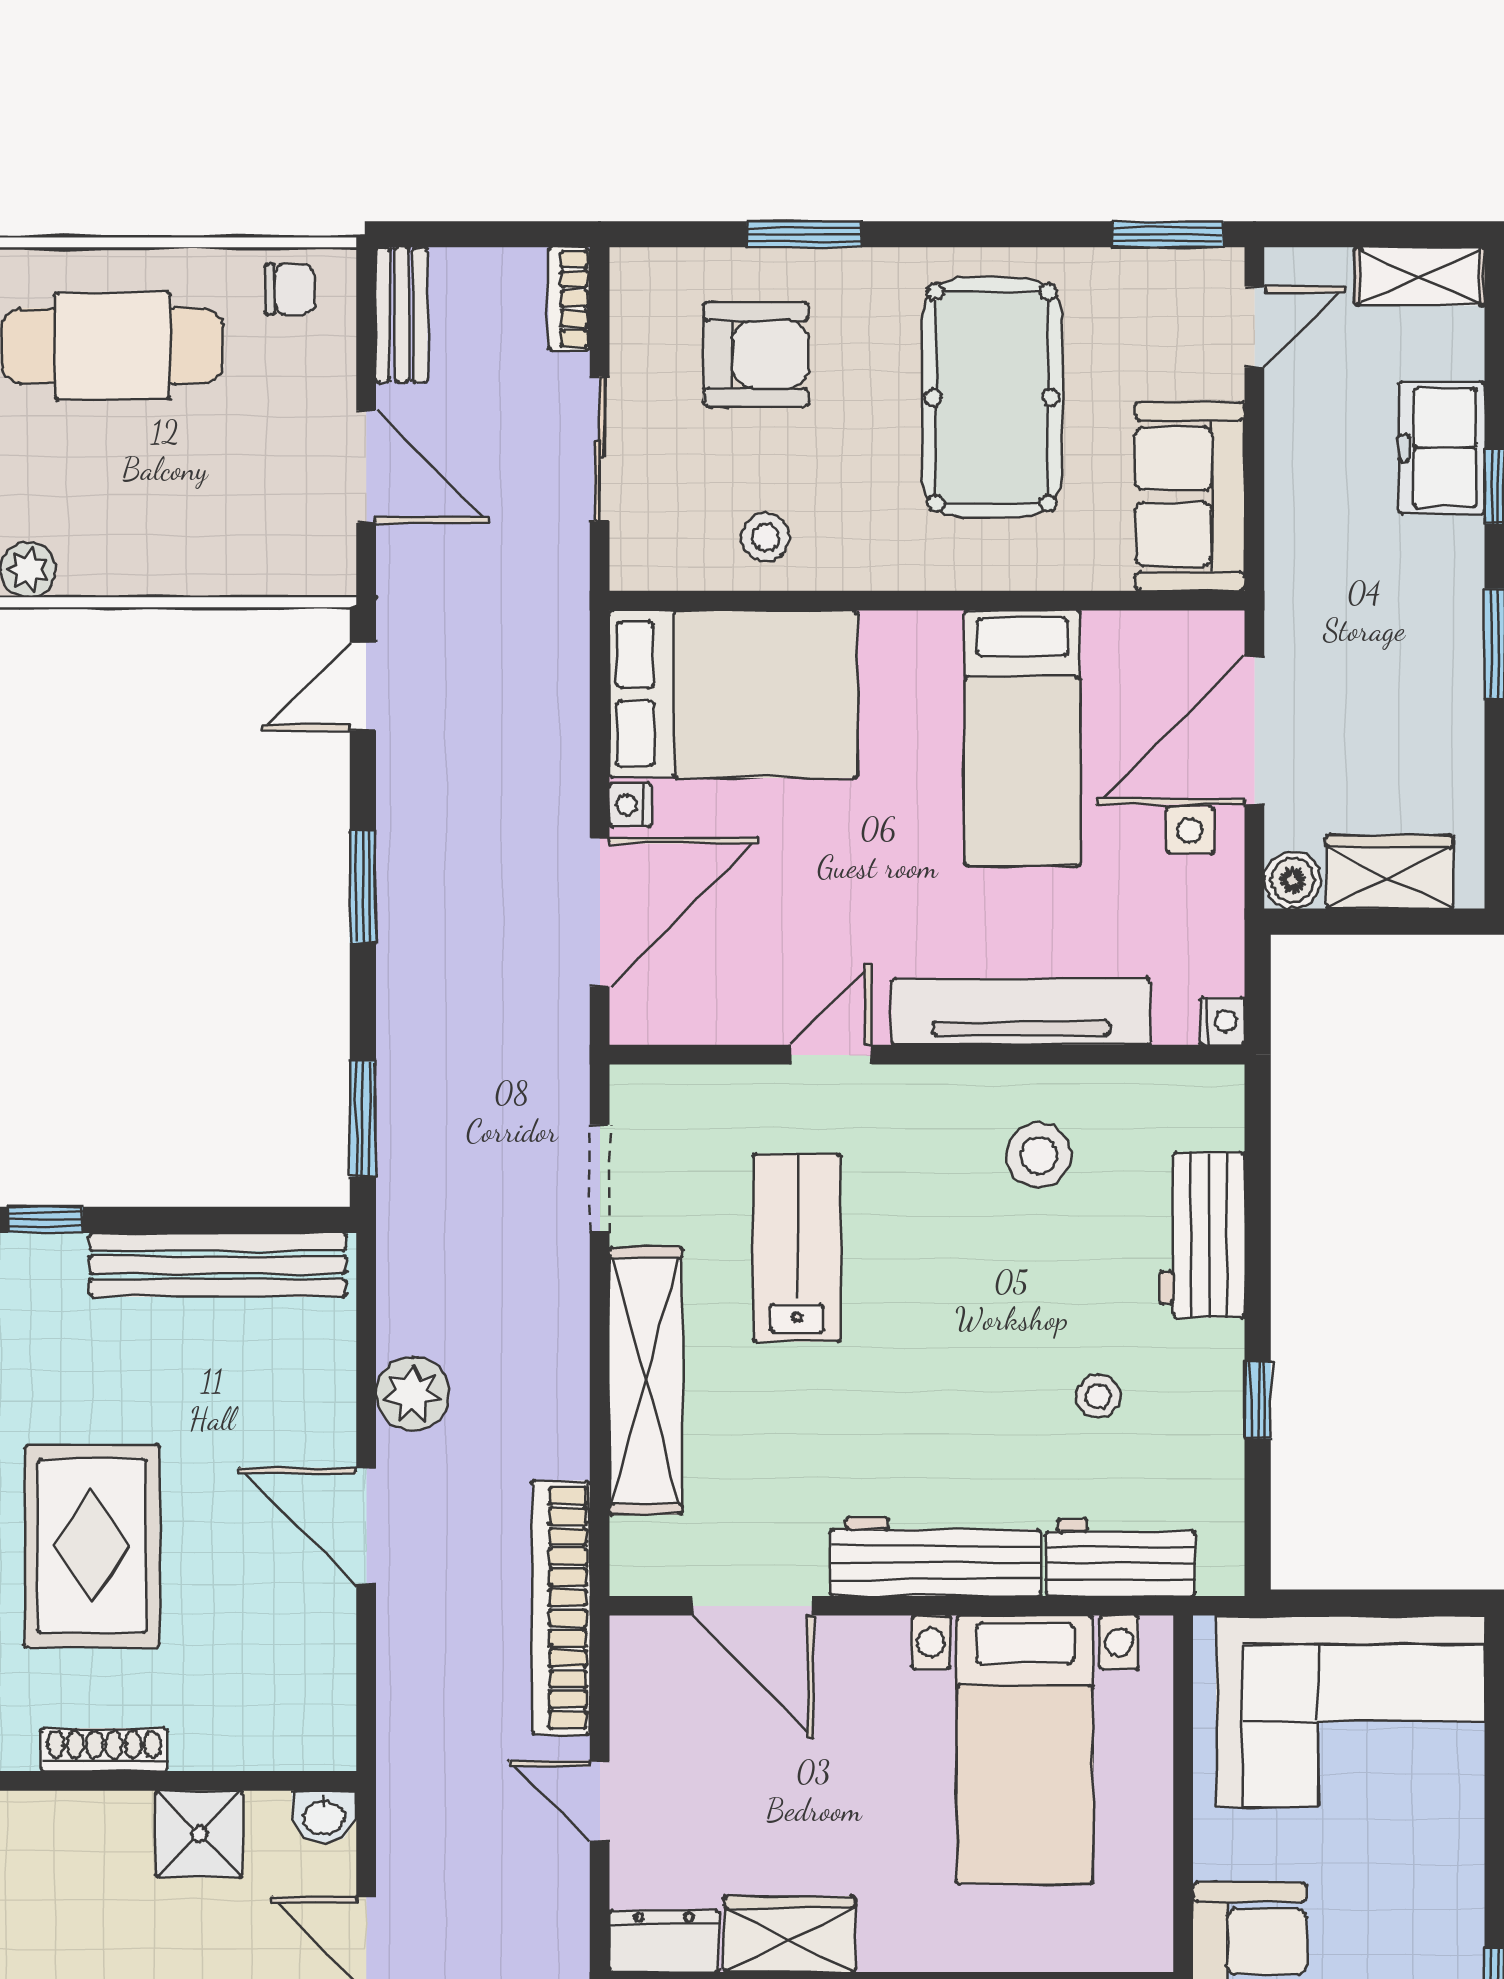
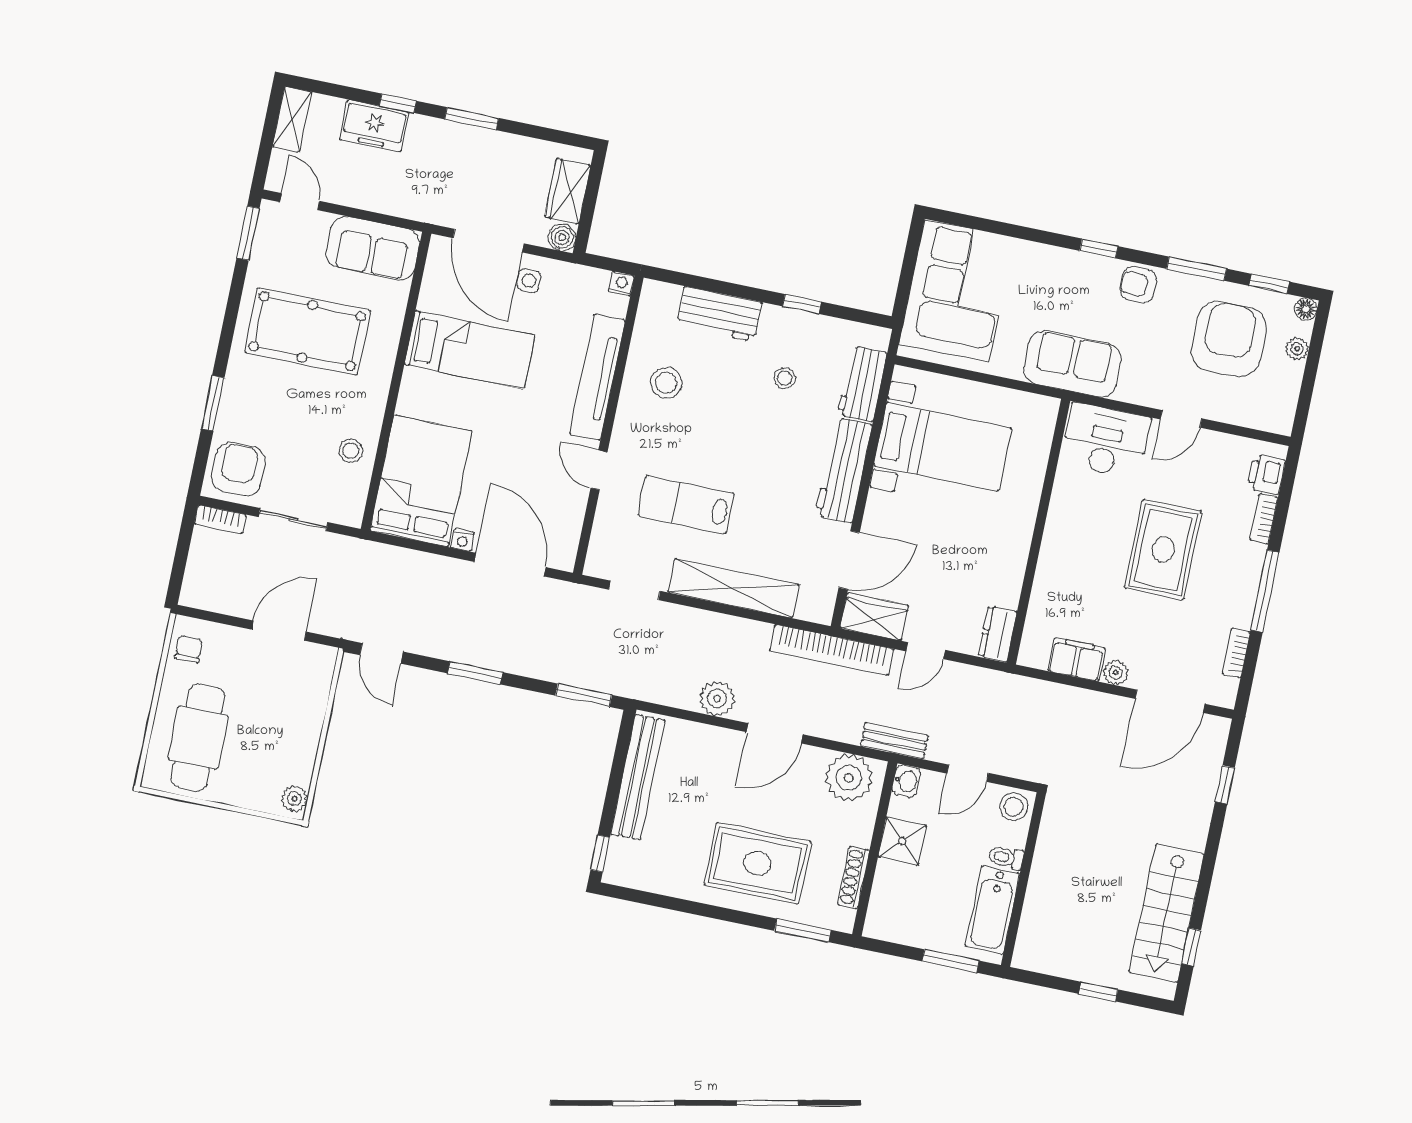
bench: (402, 315) -> (894, 741), moved
armchair: (756, 354) -> (238, 469), moved
plant: (306, 1697) -> (849, 778), added
wardrobe: (790, 1934) -> (874, 617), moved, turned 90

